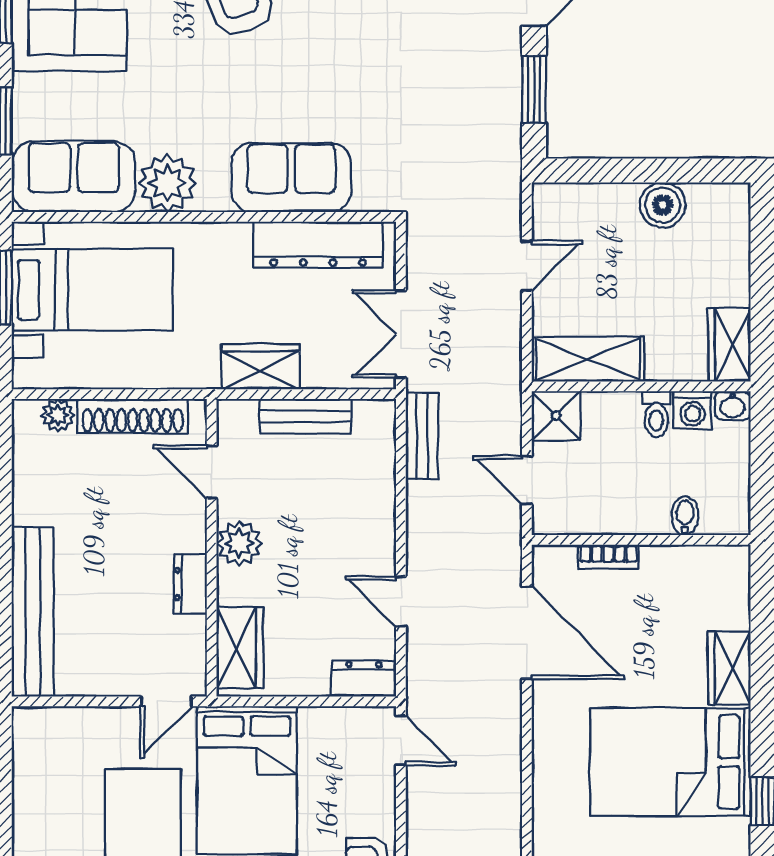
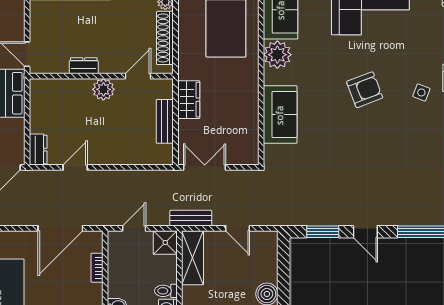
dresser: (318, 245) -> (248, 127), removed
bench: (422, 436) -> (191, 218), moved
wardrobe: (240, 648) -> (53, 90), removed

